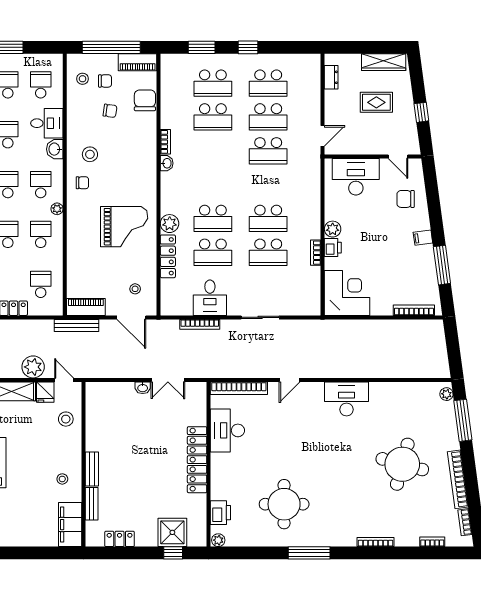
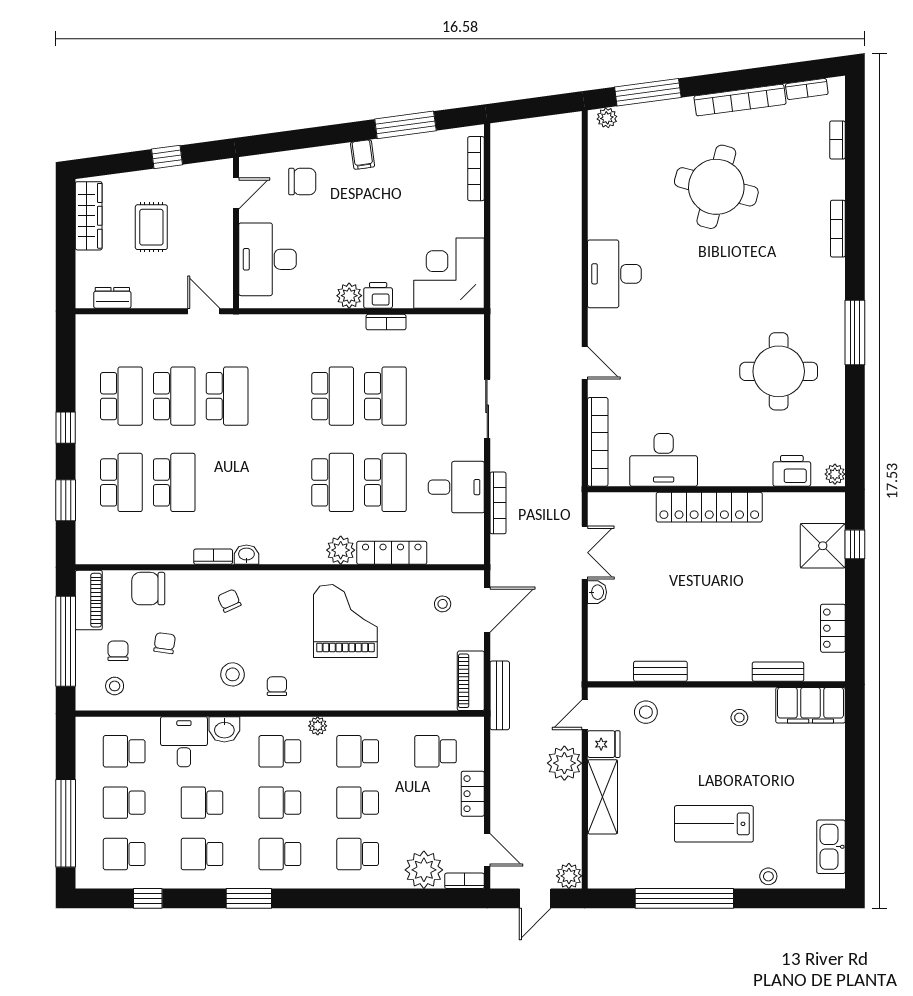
chair: (137, 152) -> (229, 601), added
chair: (406, 199) -> (302, 182), turned -90
bench: (92, 469) -> (660, 671), moved

